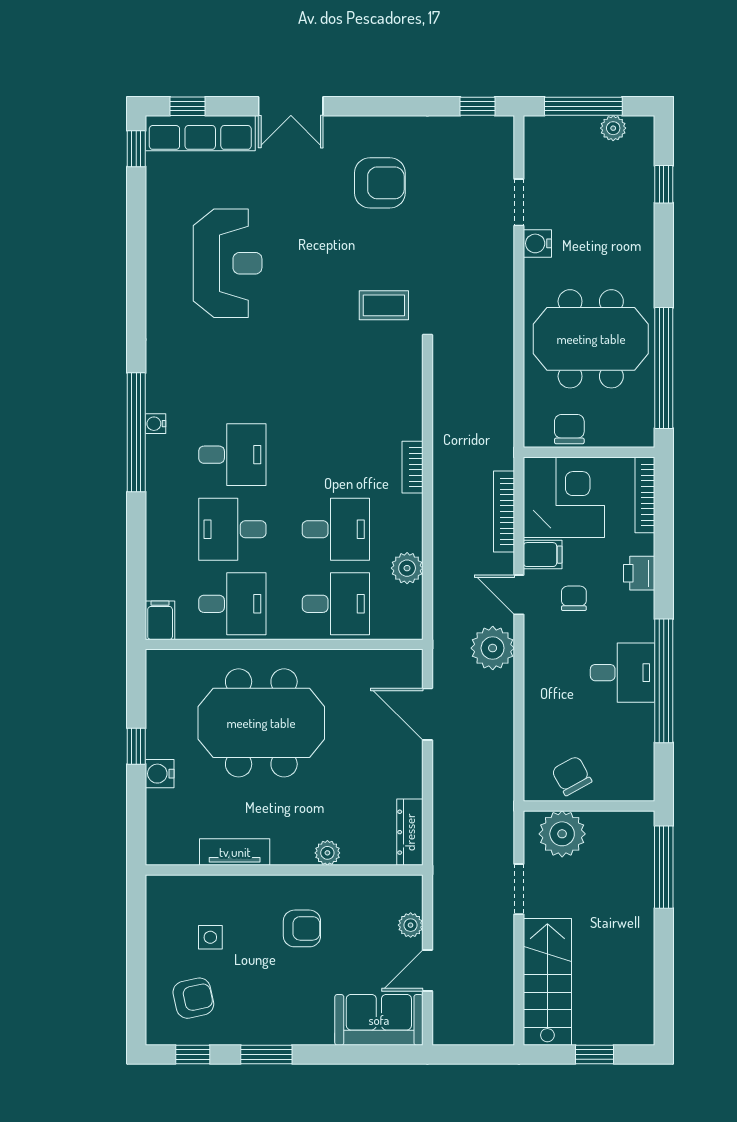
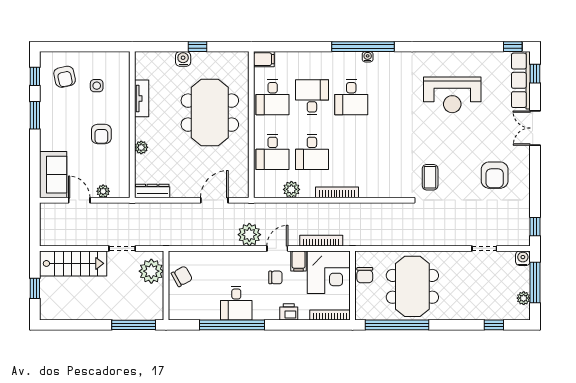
water cooler: (537, 243) -> (523, 258), moved
chair: (569, 429) -> (365, 275), turned 90
bookcase: (412, 467) -> (337, 192), width x1.56

